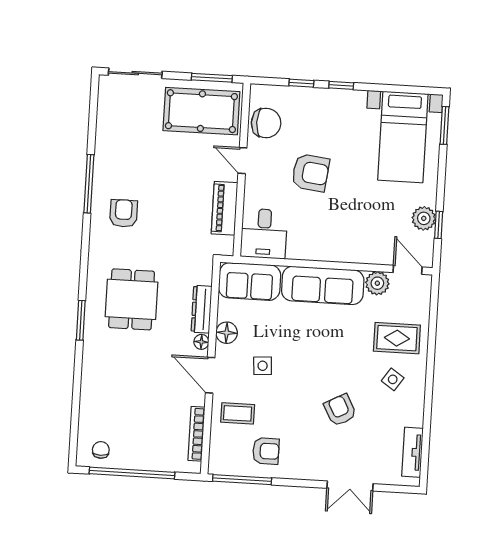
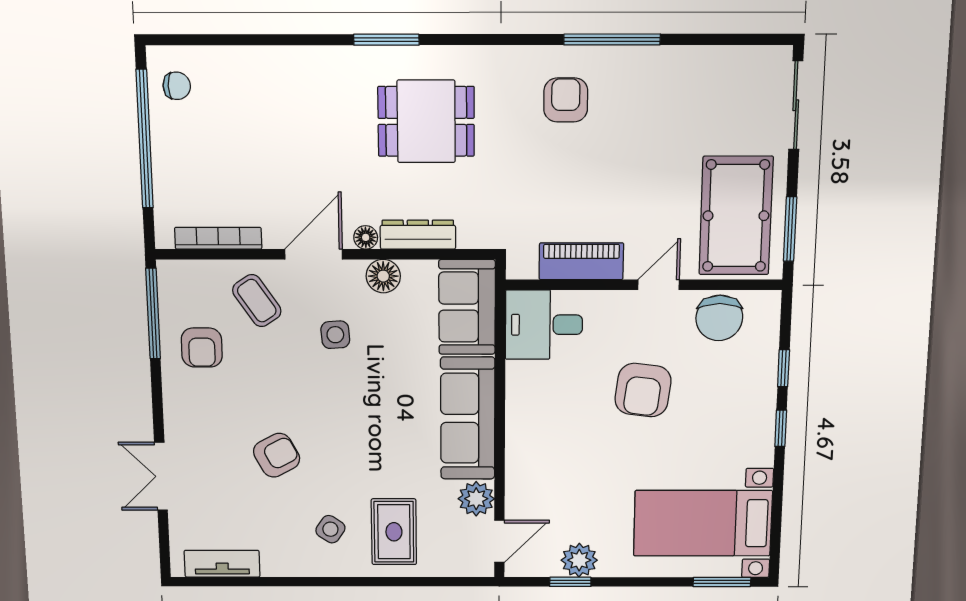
armchair: (124, 213) -> (566, 100), turned -90
coffee table: (238, 413) -> (257, 301), turned -34

